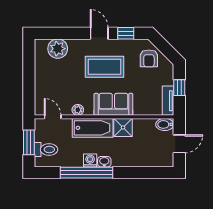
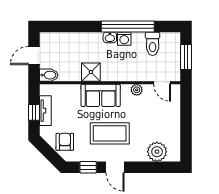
tv unit: (168, 101) -> (45, 111), moved
bathtub: (93, 128) -> (122, 72), removed
toilet: (46, 150) -> (153, 44), moved, turned -90

